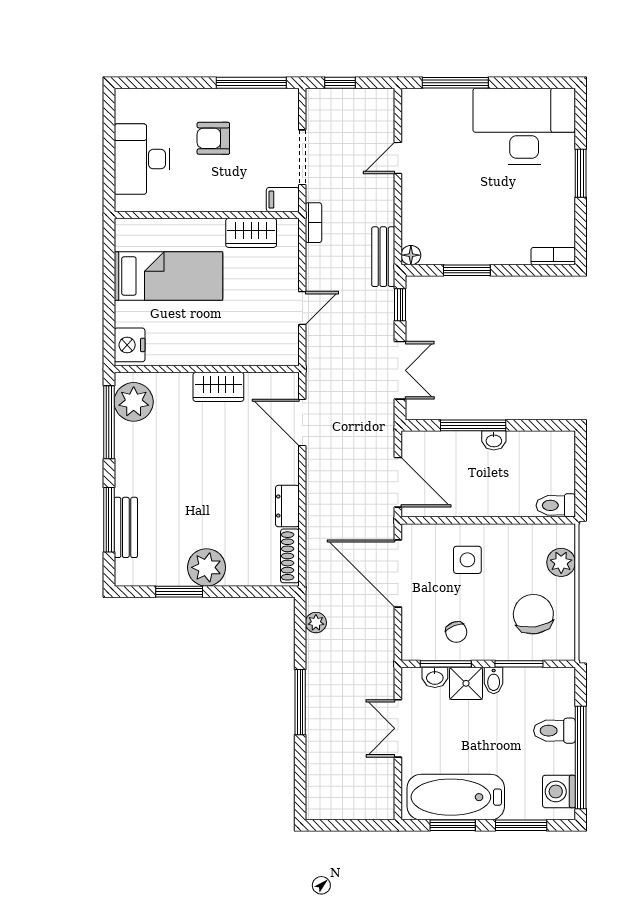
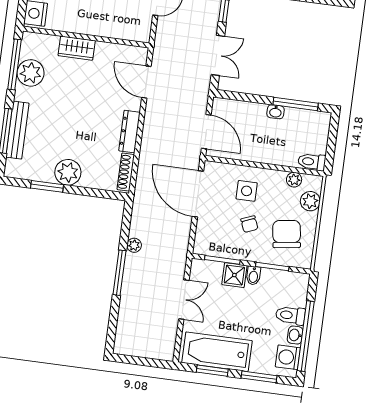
wardrobe: (218, 387) -> (77, 48), moved
plant: (134, 402) -> (31, 73), moved
window: (473, 425) -> (296, 104), moved
dresser: (287, 506) -> (129, 132), width x1.44
bench: (126, 527) -> (17, 130), width x1.36
plant: (534, 535) -> (294, 180), added
plant: (316, 623) -> (134, 245), moved
chair: (456, 632) -> (249, 224), moved
washbasin: (435, 677) -> (295, 335), moved, turned 90
double door: (398, 728) -> (184, 300), swing flipped

